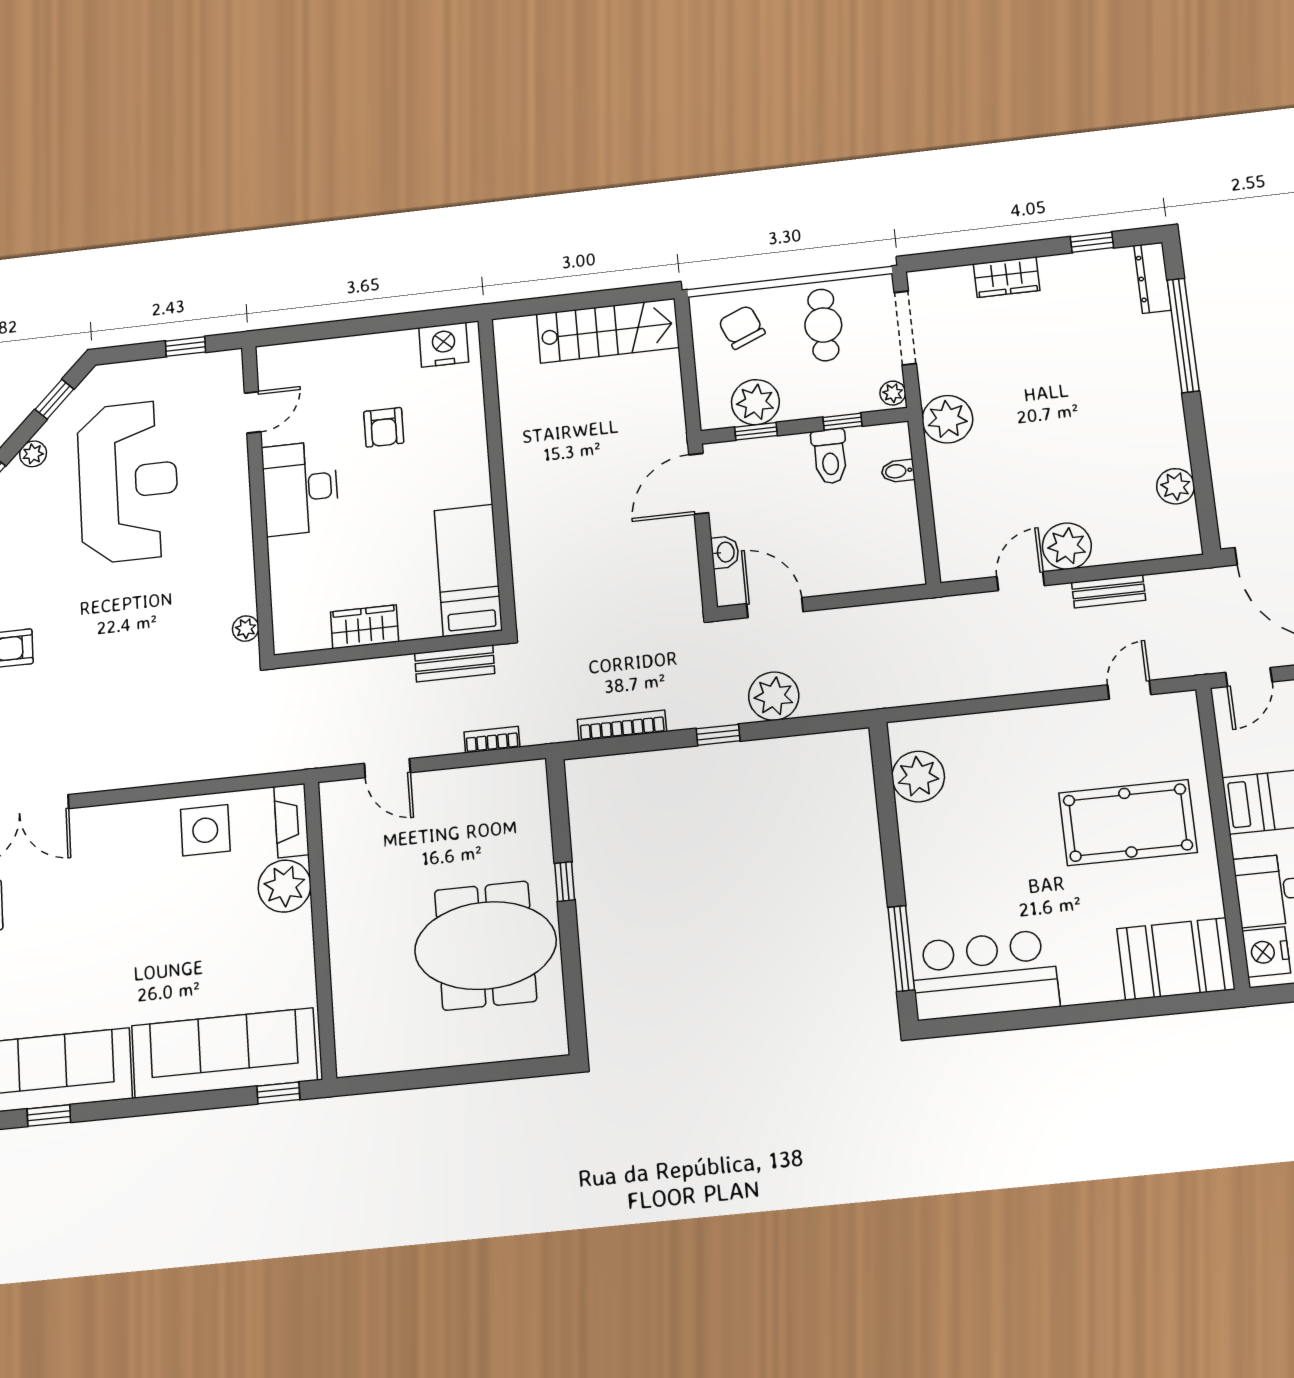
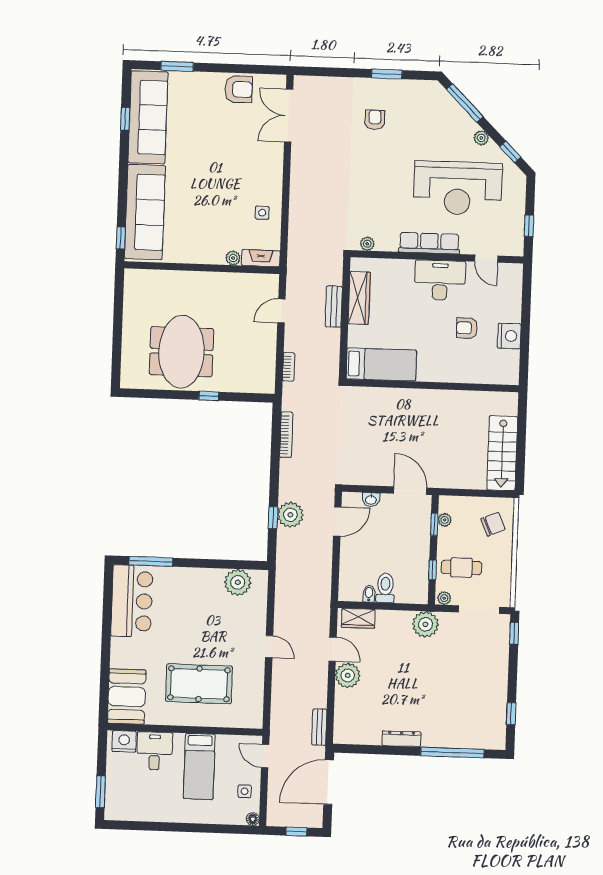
window: (940, 260) -> (514, 633), added
wardrobe: (1007, 277) -> (358, 618), moved, turned -90
dresser: (1152, 278) -> (401, 739), moved
cafe table: (823, 325) -> (461, 568), moved
nightstand: (444, 345) -> (509, 336), moved
plant: (755, 402) -> (445, 520), width x0.53, depth x0.53
toilet: (830, 456) -> (385, 588), moved, turned 90
bidet: (898, 471) -> (369, 594), moved
plant: (1175, 486) -> (371, 736), removed
row of seats: (234, 517) -> (429, 243), added
bench: (1109, 591) -> (319, 727), moved
wardrobe: (365, 627) -> (359, 298), width x1.50
bench: (455, 663) -> (334, 307), moved
door: (1129, 690) -> (269, 647), moved
window: (718, 735) -> (273, 518), moved
pool table: (1128, 823) -> (199, 684), turned 90
side table: (205, 830) -> (262, 213), width x0.54, depth x0.54
plant: (285, 886) -> (233, 258), width x0.53, depth x0.53

